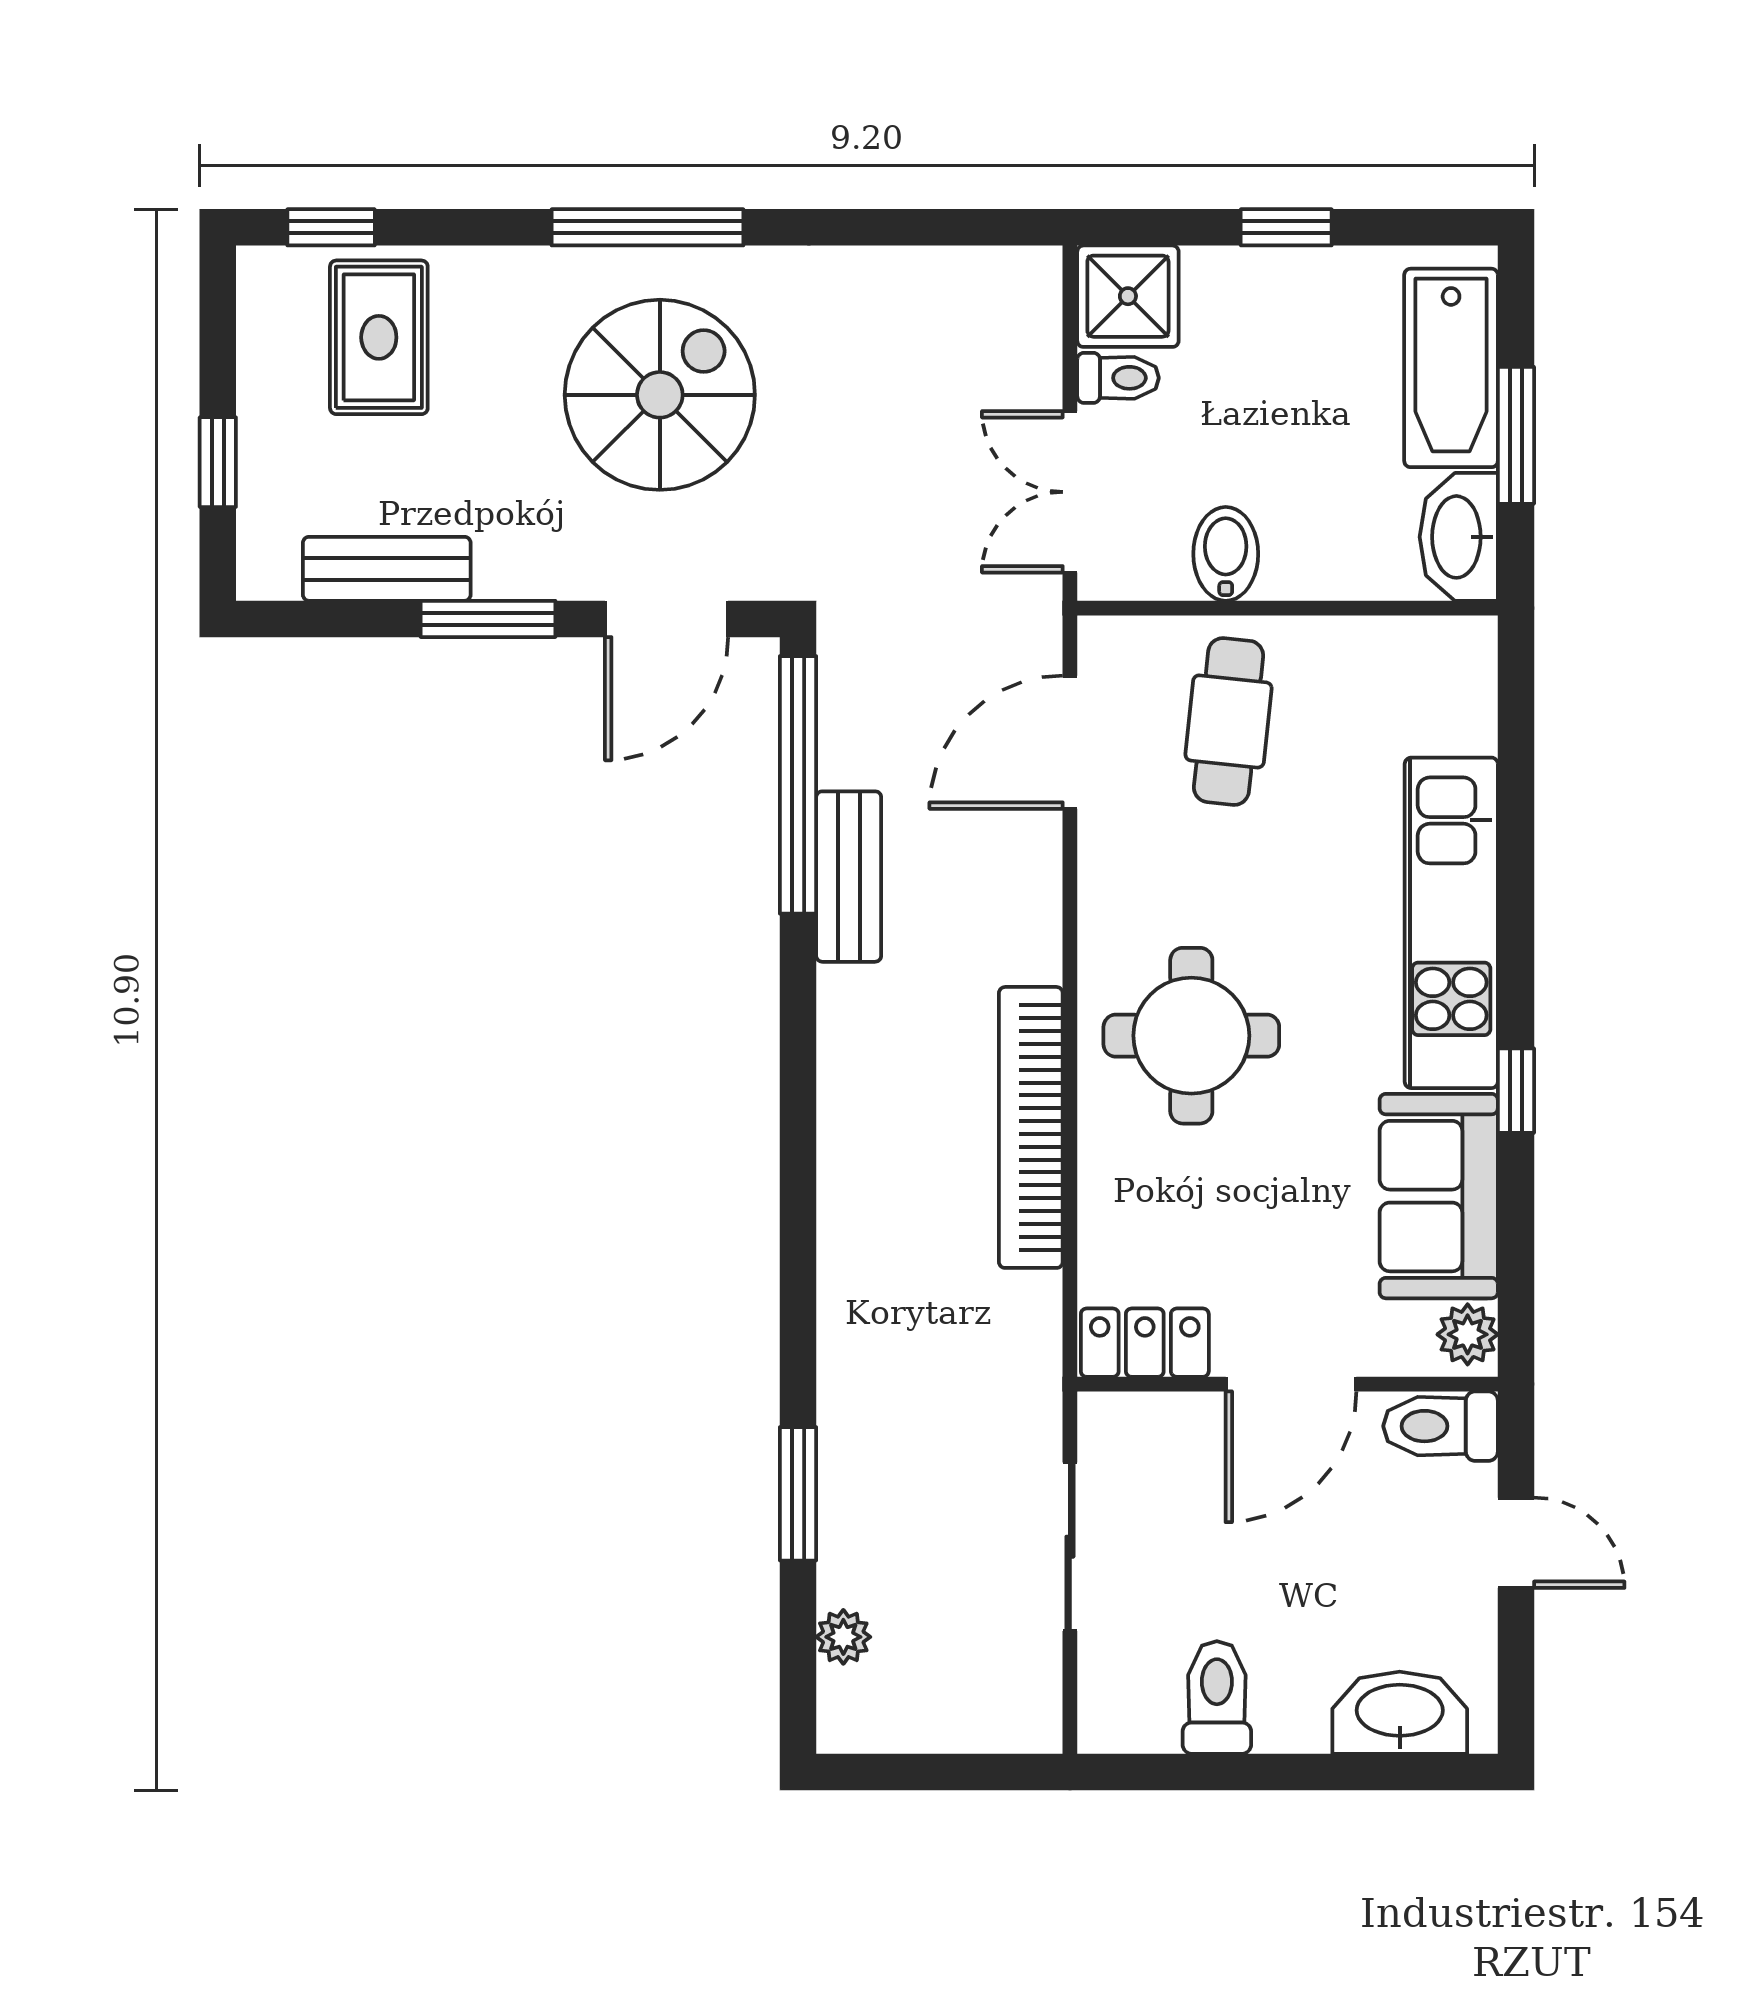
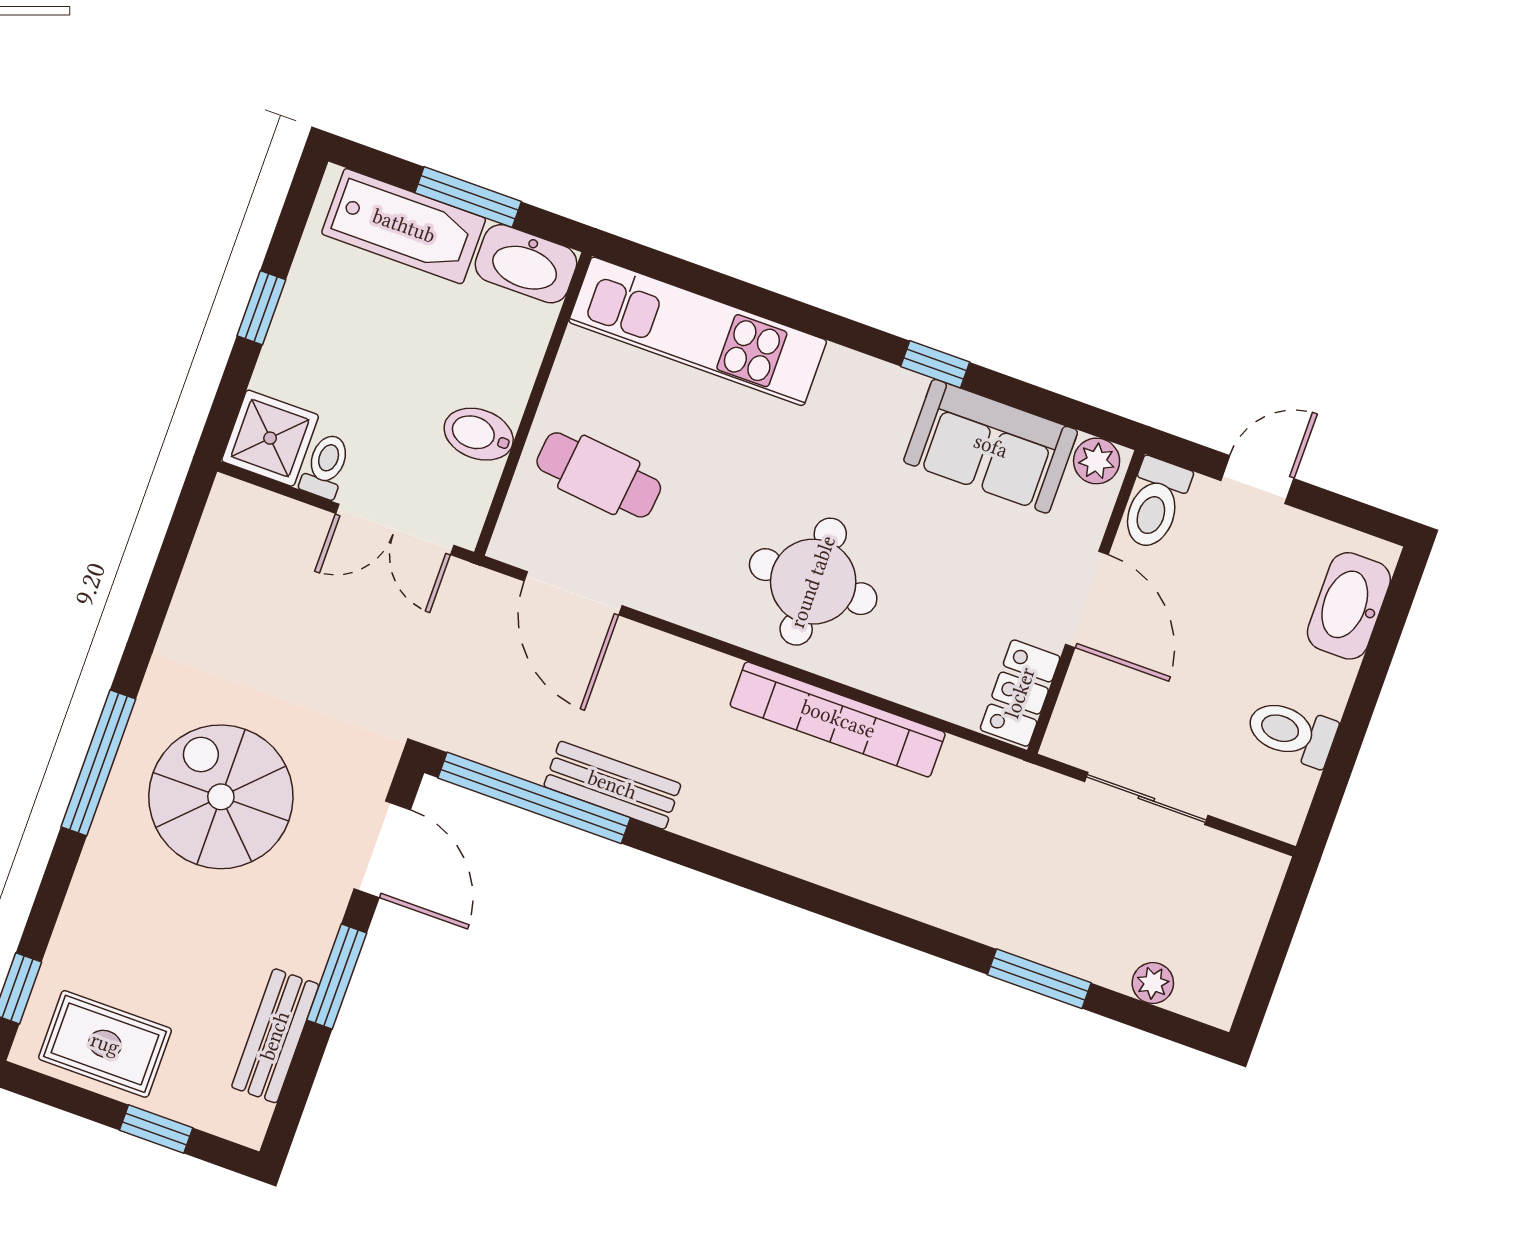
rug: (379, 337) -> (105, 1044), moved
kitchen unit: (1451, 923) -> (698, 331), moved

